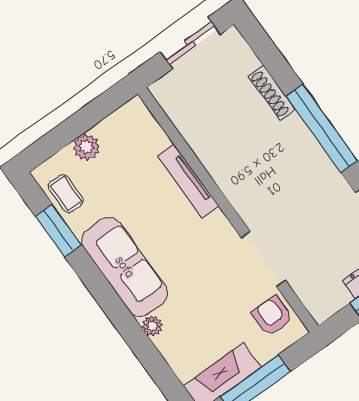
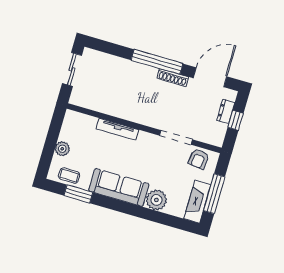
shoe rack: (272, 93) -> (173, 78), moved
armchair: (273, 316) -> (199, 159), turned -83
plant: (152, 326) -> (156, 200), width x1.87, depth x1.87

